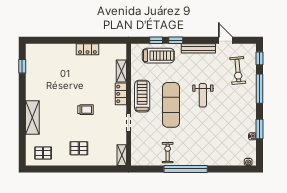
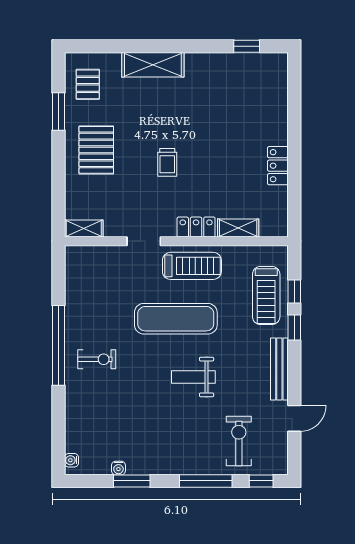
exercise bike: (238, 71) -> (239, 441), turned 95
pallet: (79, 148) -> (96, 150), width x1.50, depth x1.42
exercise bike: (168, 153) -> (97, 359), moved
window: (58, 169) -> (59, 111), added

